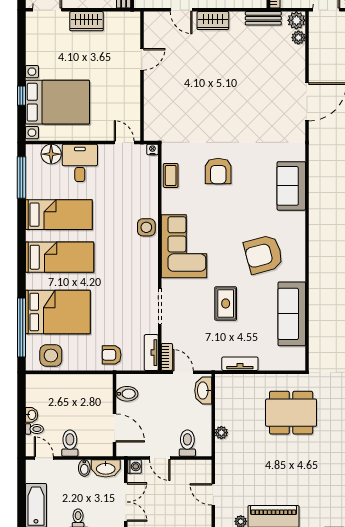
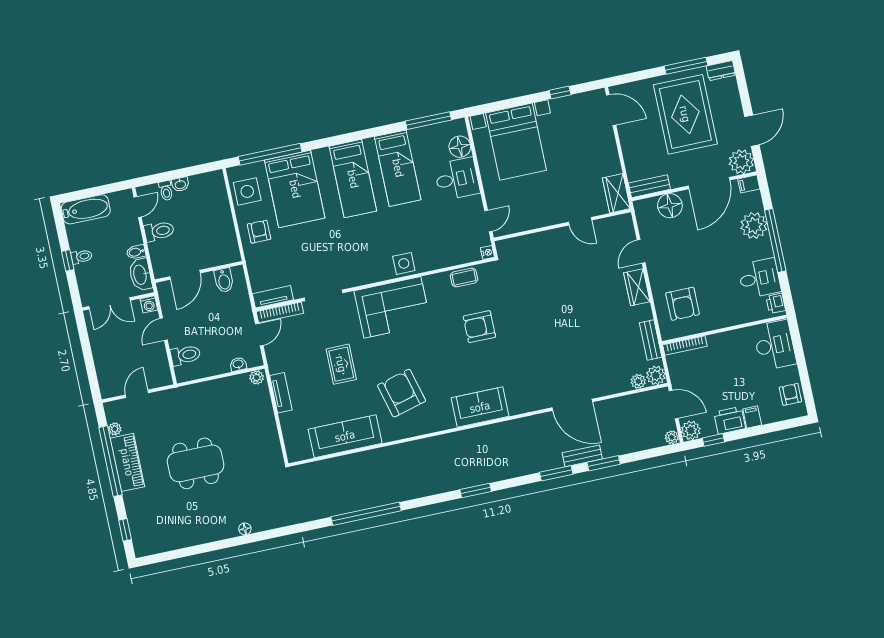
wardrobe: (87, 21) -> (616, 193), moved
window: (21, 96) -> (560, 93), moved
rug: (226, 303) -> (341, 364), turned 90
armchair: (112, 355) -> (259, 232), moved
bookcase: (167, 357) -> (280, 312), width x1.56
washbasin: (203, 391) -> (238, 364), width x0.52, depth x0.69
dining table: (291, 413) -> (196, 463), moved, turned 90
plant: (221, 433) -> (257, 377), moved

